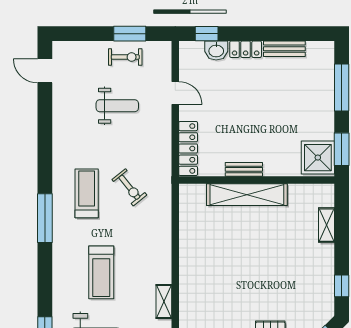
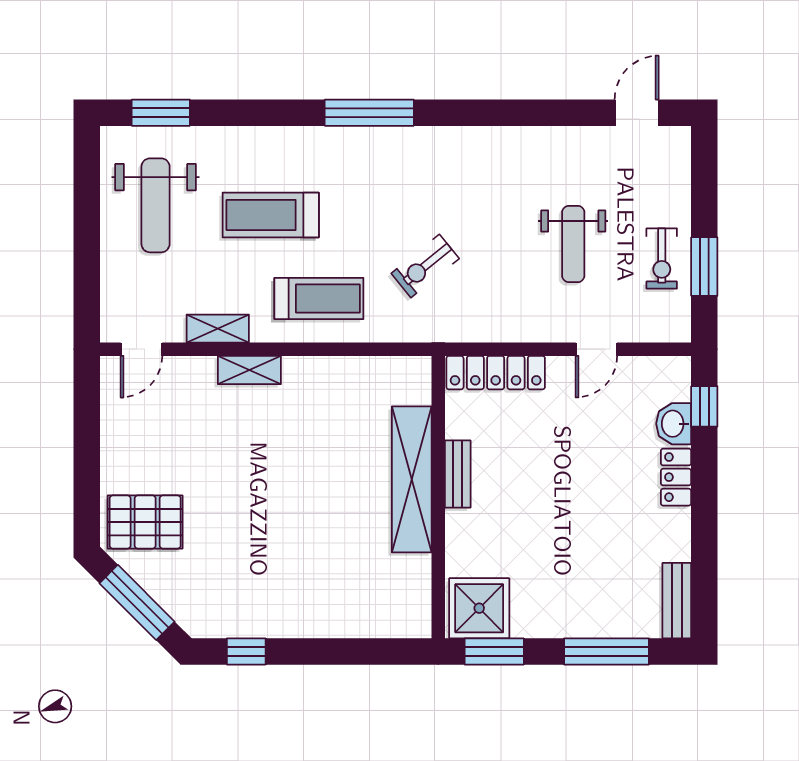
bench: (284, 49) -> (677, 601), moved
treadmill: (87, 193) -> (319, 299), moved
shelving: (327, 225) -> (249, 370), moved

